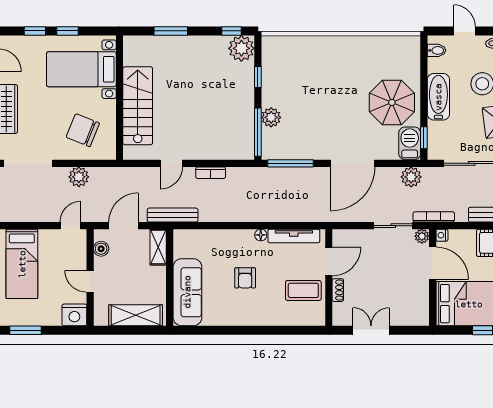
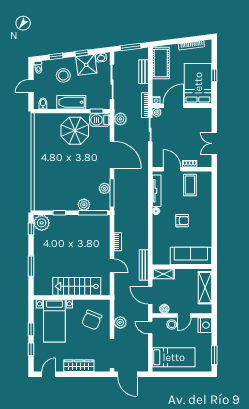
plant: (298, 151) -> (104, 188), added
stool: (75, 261) -> (172, 324), added

